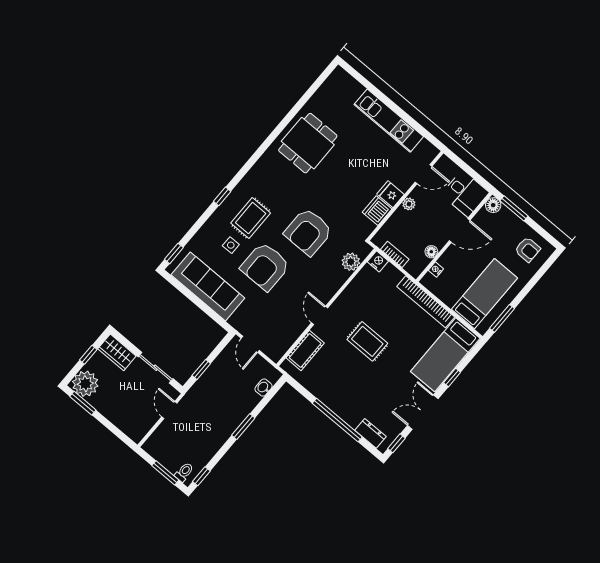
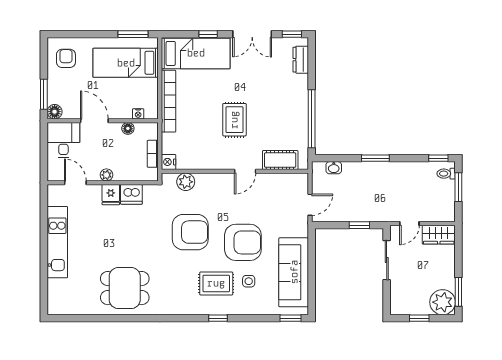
wardrobe: (117, 352) -> (439, 235), moved, turned 90
window: (337, 420) -> (312, 119), moved

